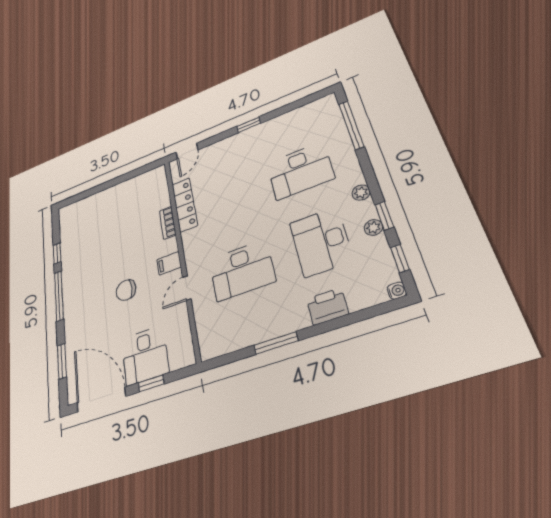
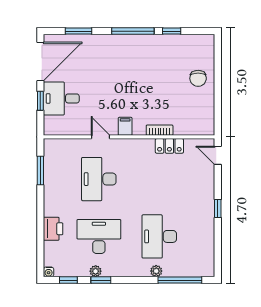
plant: (361, 193) -> (156, 271), moved
locker: (185, 205) -> (169, 146), width x0.66
chair: (126, 290) -> (198, 78), moved, turned 180
window: (276, 343) -> (40, 171), moved

